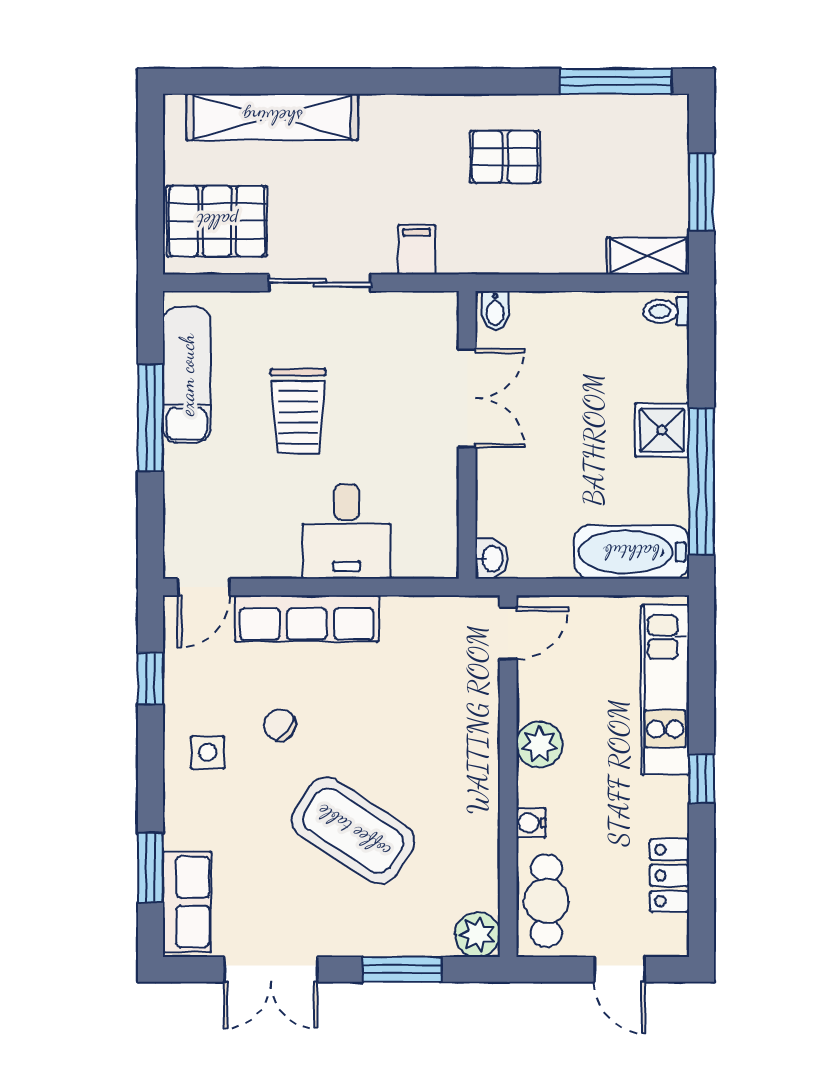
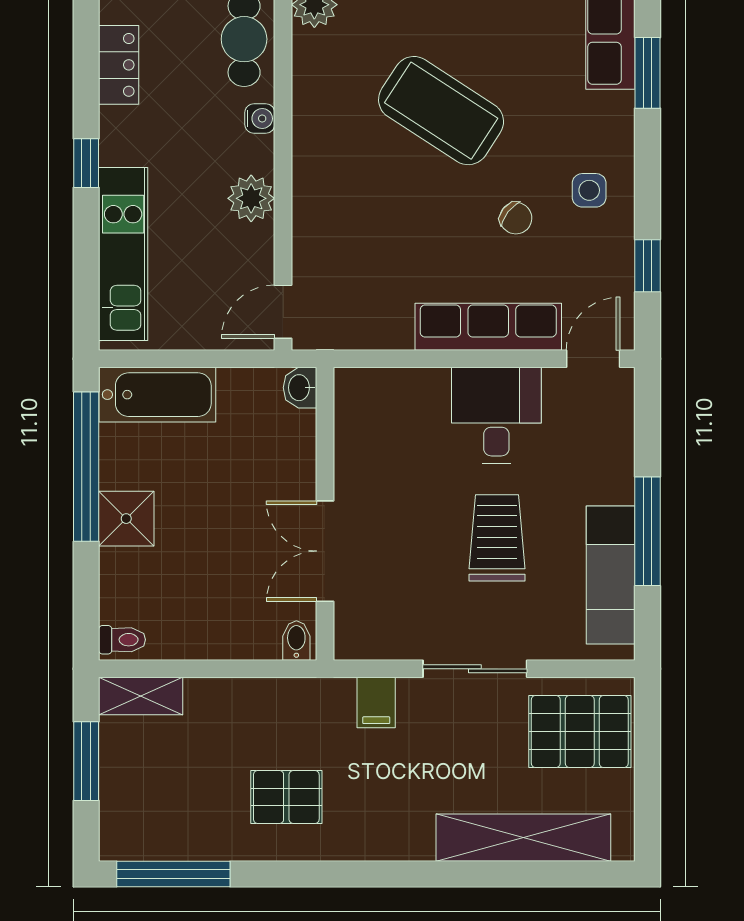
desk: (347, 531) -> (496, 415), moved

